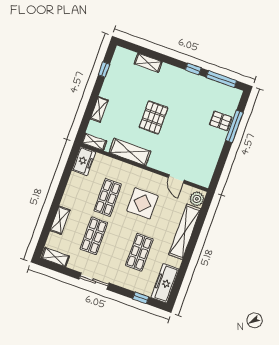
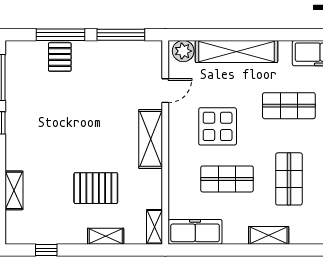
pallet: (154, 117) -> (96, 188), moved
shelving: (130, 152) -> (151, 139), moved
freezer: (84, 161) -> (195, 232), width x1.40
window: (221, 164) -> (121, 35), added
shelving: (60, 220) -> (269, 235), moved
shop shelf: (94, 236) -> (289, 179), turned 90

